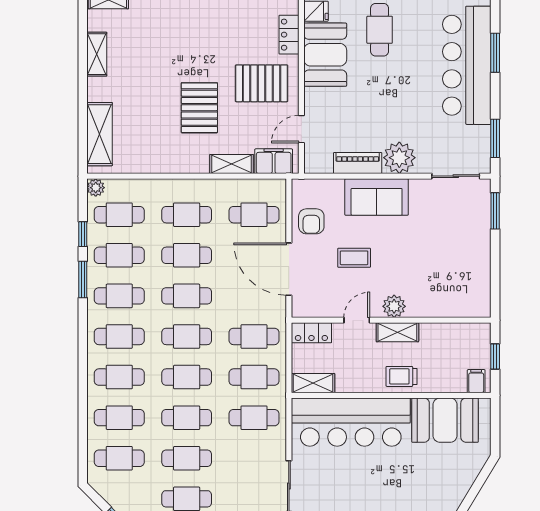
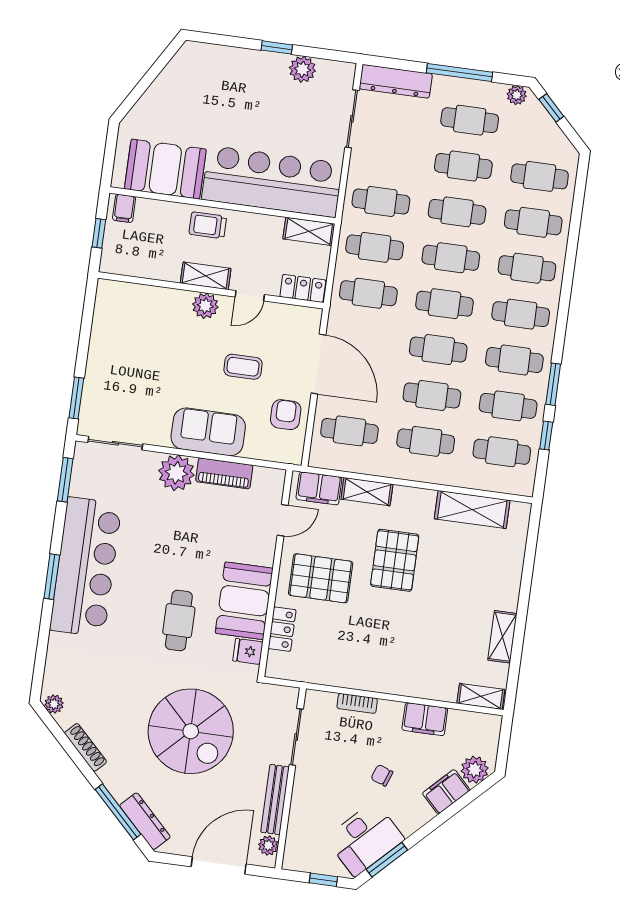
shelving: (100, 134) -> (472, 510), moved, turned 90
plant: (96, 188) -> (524, 486), removed
trolley: (402, 376) -> (208, 225), turned 180

